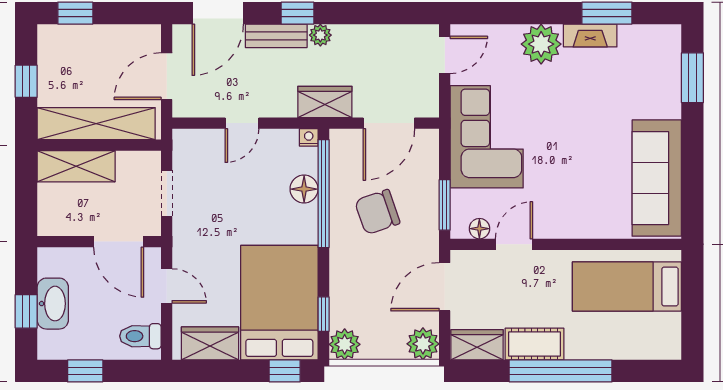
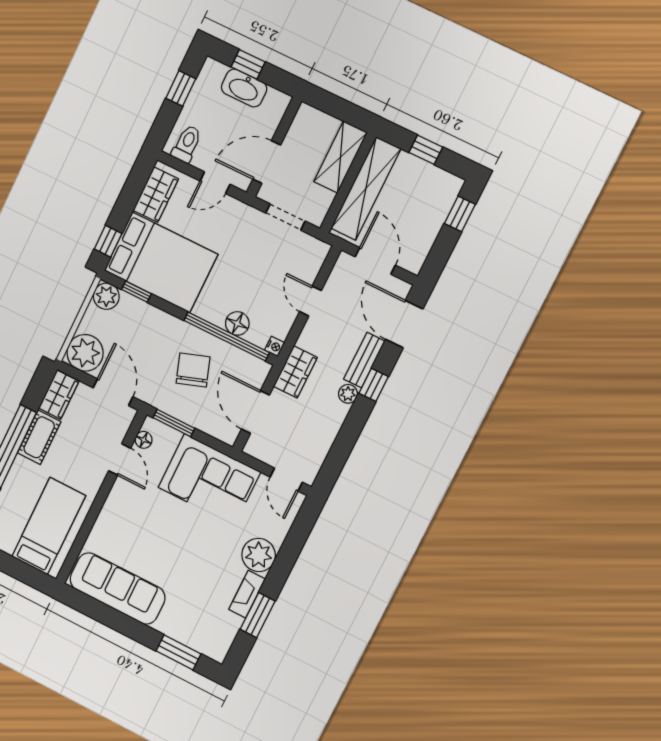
plant: (423, 344) -> (85, 353), width x1.36, depth x1.36

